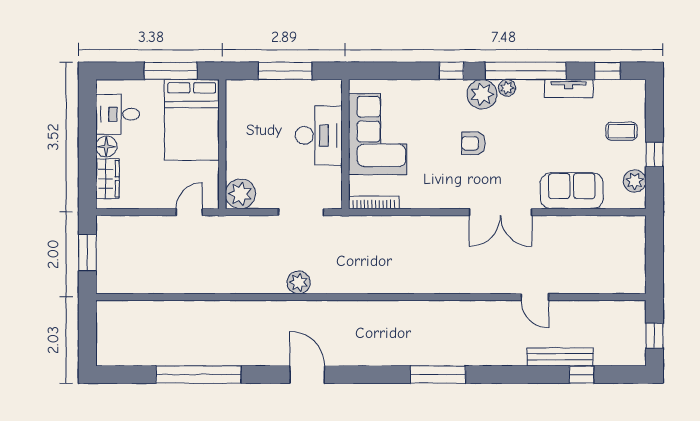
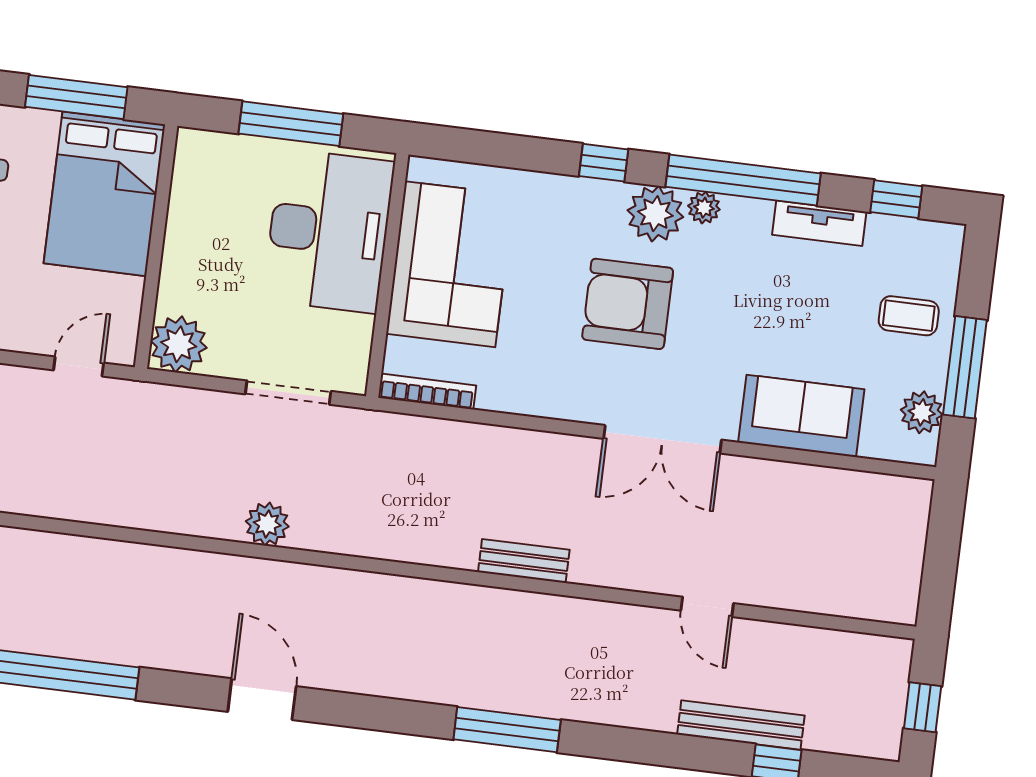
desk: (319, 135) -> (329, 231), width x1.36, depth x1.30
armchair: (473, 143) -> (628, 304), width x1.88, depth x1.88
window: (654, 155) -> (965, 367), width x2.17
bench: (436, 285) -> (524, 561), added

